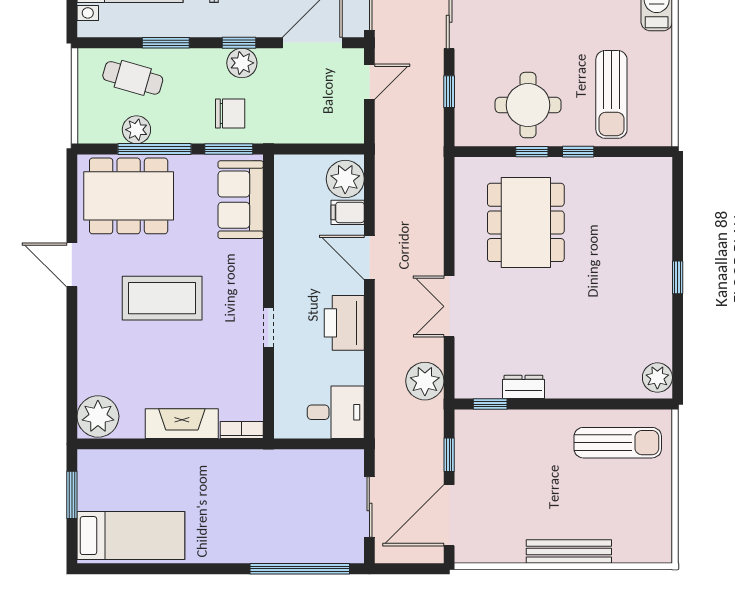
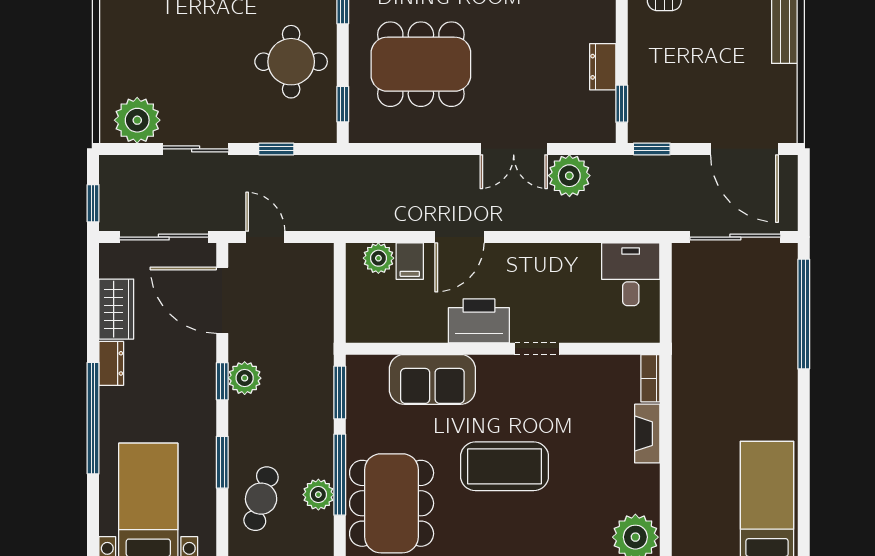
chair: (230, 114) -> (300, 391), removed
window: (532, 152) -> (343, 104), moved
plant: (345, 179) -> (378, 258), width x0.73, depth x0.73
sofa: (241, 200) -> (432, 379), moved
coffee table: (162, 298) -> (505, 466), turned 90
printer: (344, 323) -> (479, 321), moved, turned 180
plant: (425, 381) -> (569, 176), moved
fireplace: (182, 424) -> (647, 434), width x0.73, depth x0.76
window: (449, 455) -> (652, 149), moved
sliding door: (369, 507) -> (735, 237), width x1.37

